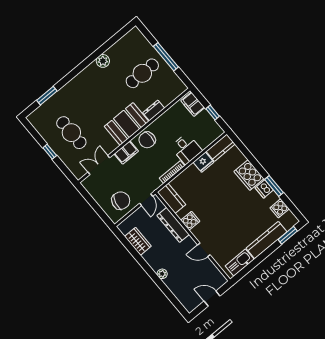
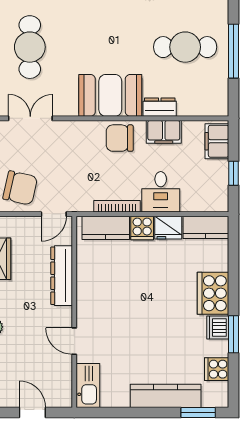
filing cabinet: (126, 152) -> (164, 132), moved
kitchen counter: (171, 198) -> (106, 228), moved, turned 90
cooker: (190, 221) -> (142, 228), moved, turned 90
kitchen sink: (240, 263) -> (88, 385), moved, turned 90

